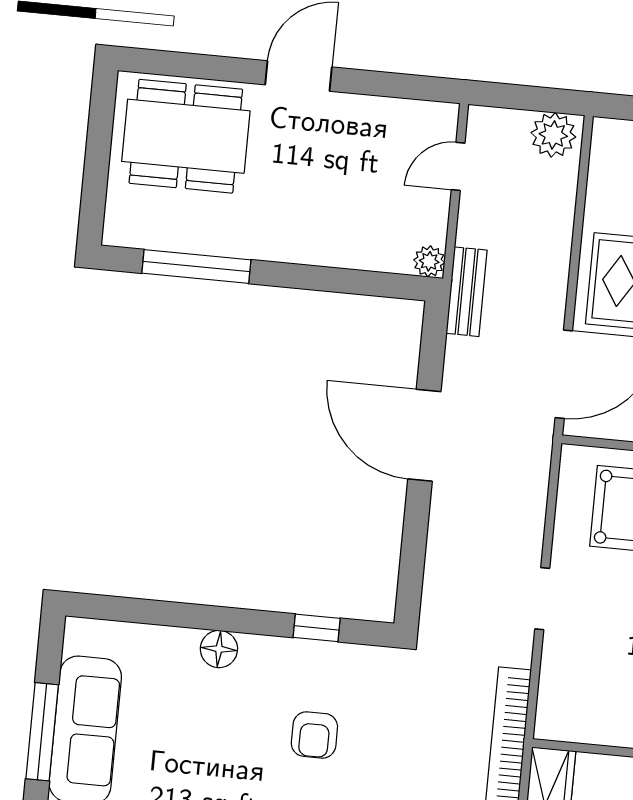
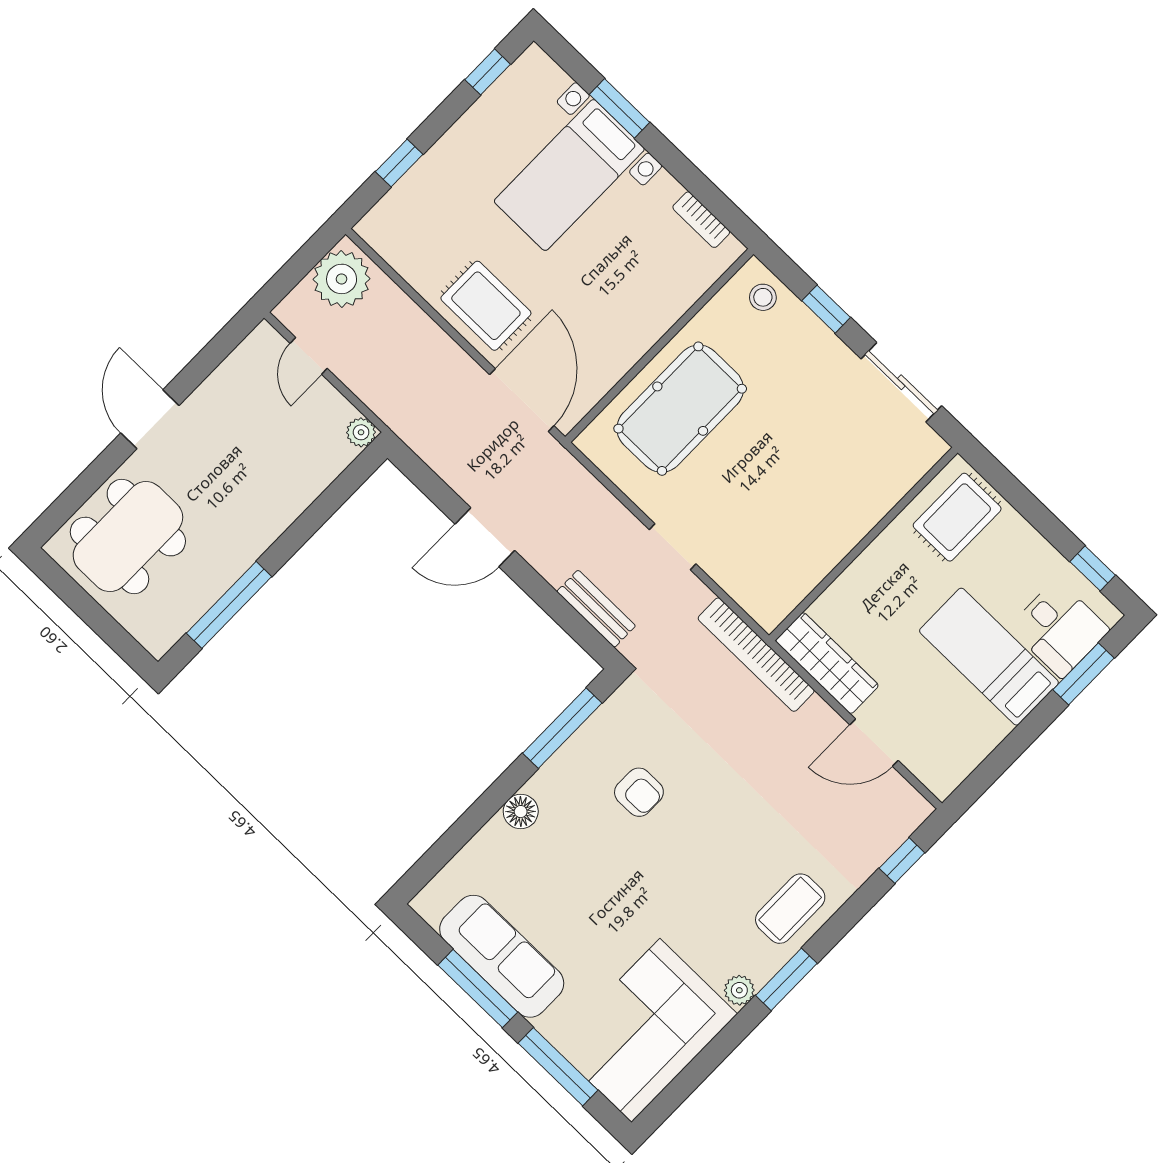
plant: (553, 135) -> (342, 279), width x1.36, depth x1.36
bench: (467, 292) -> (596, 609), moved
door: (424, 435) -> (485, 537), width x0.73
window: (317, 628) -> (562, 728), width x2.17

